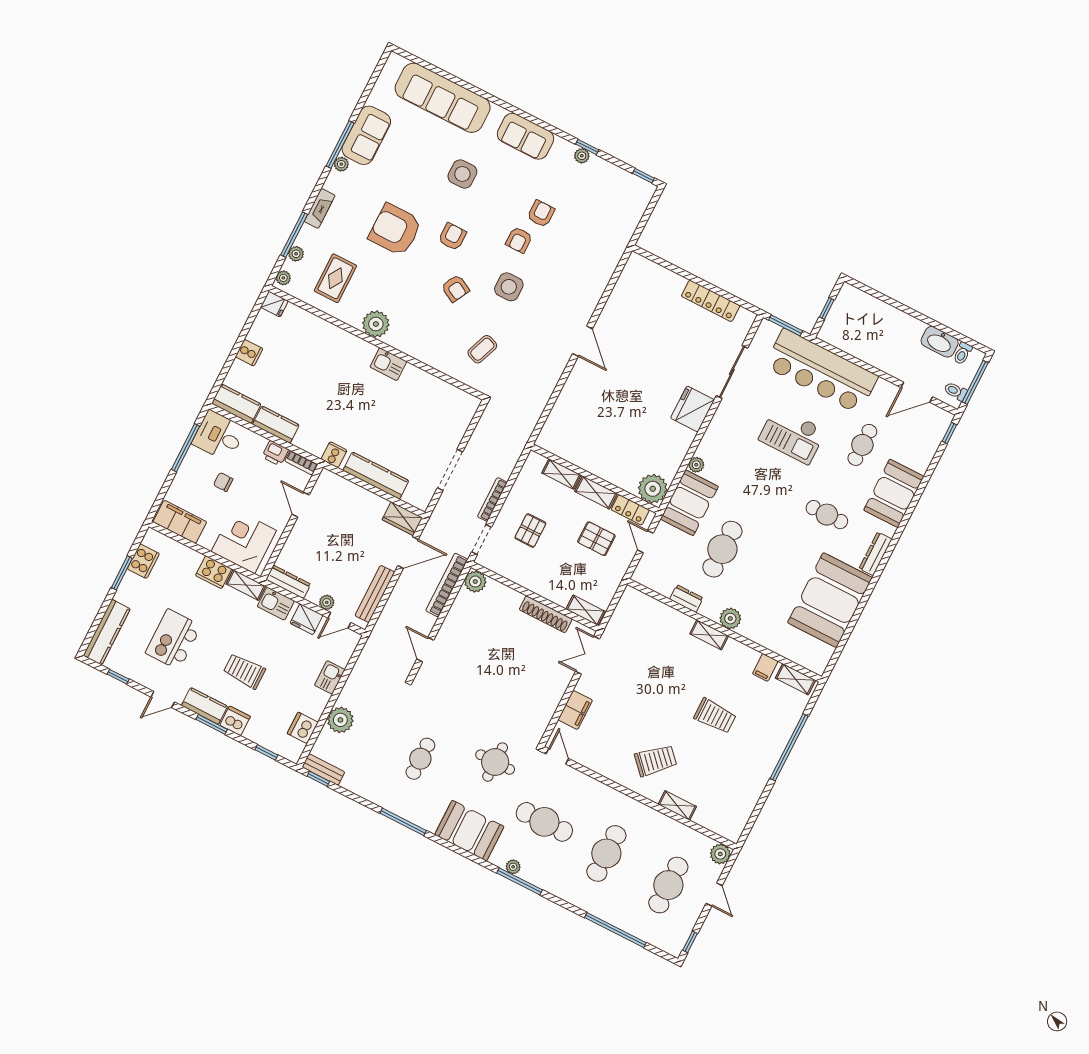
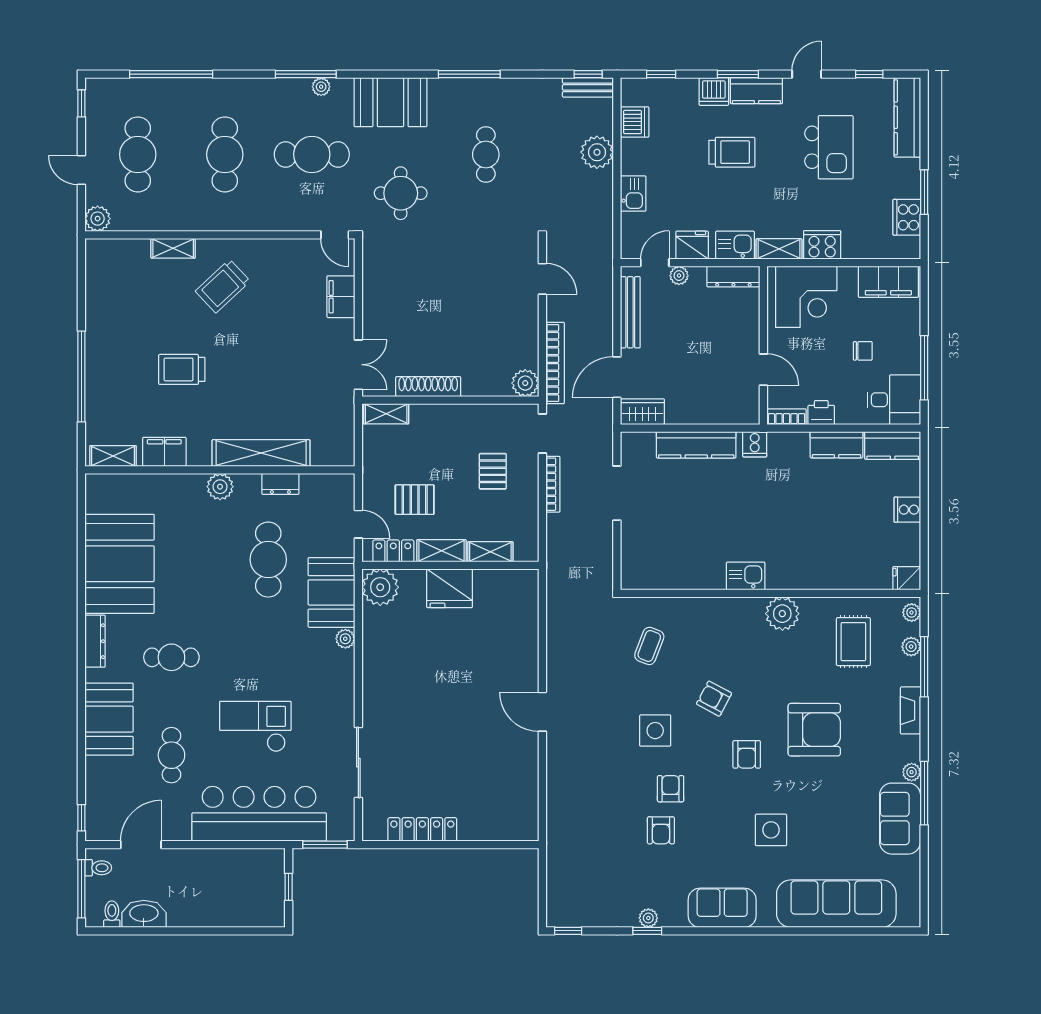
fridge: (692, 409) -> (449, 588), moved, turned 90
shelving: (709, 635) -> (261, 453), width x2.20, depth x1.33
filing cabinet: (765, 667) -> (164, 452), width x2.00

